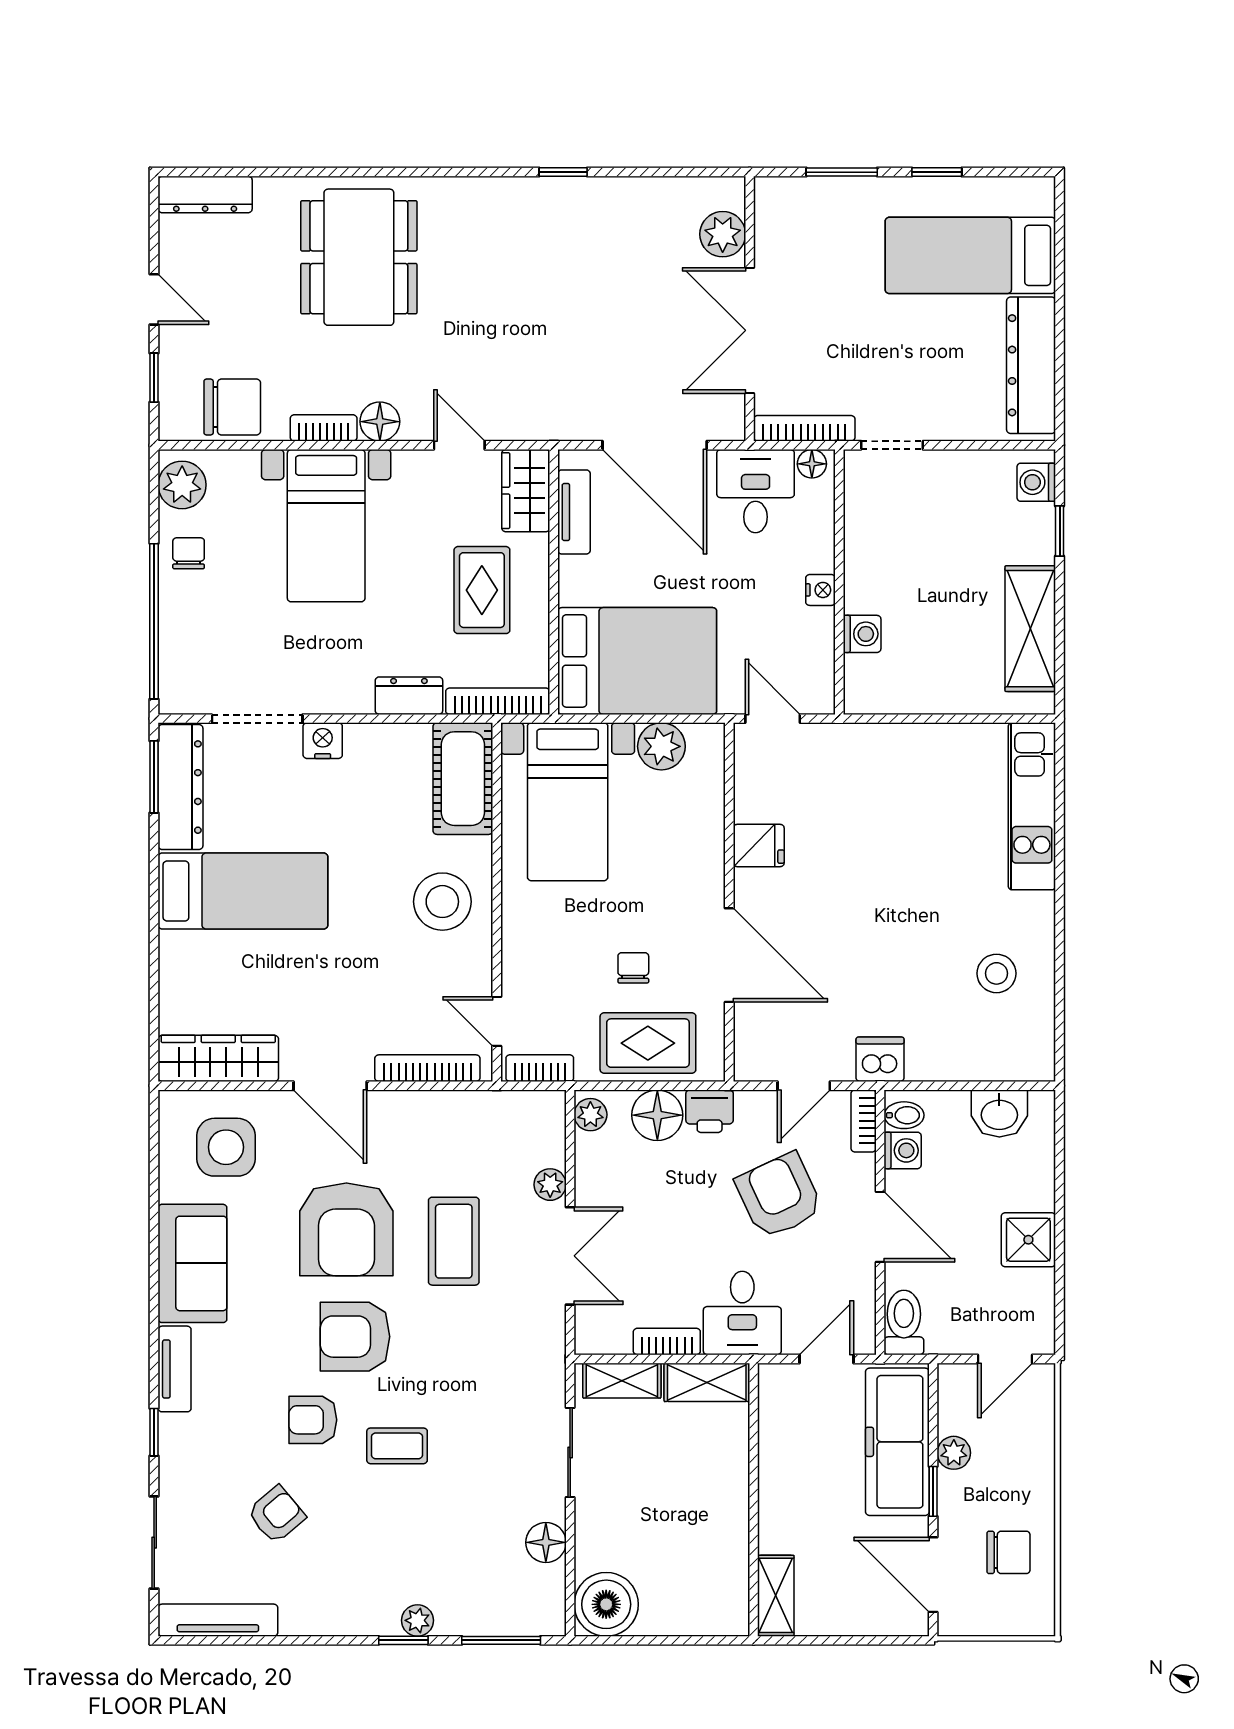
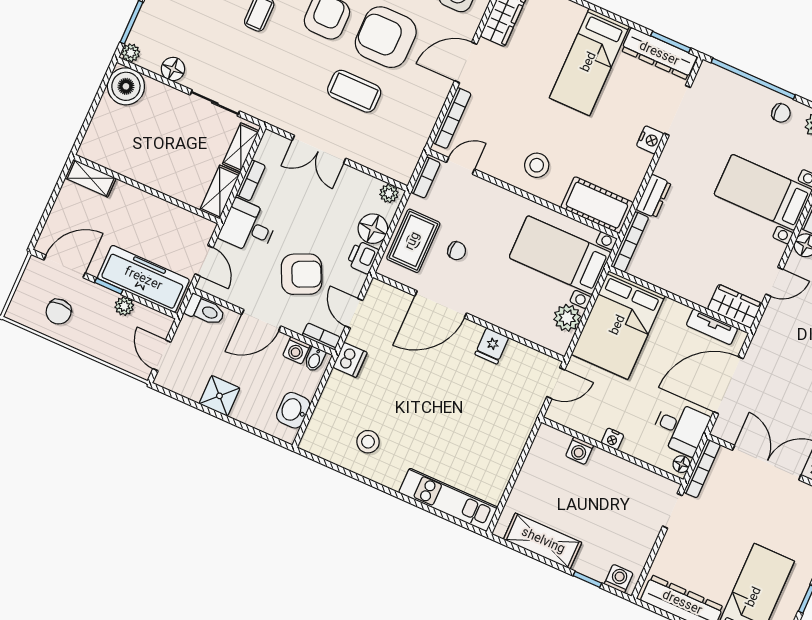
rug: (482, 590) -> (692, 260), removed
stool: (442, 902) -> (537, 165), width x0.73, depth x0.73
plant: (550, 1185) -> (131, 53), moved

